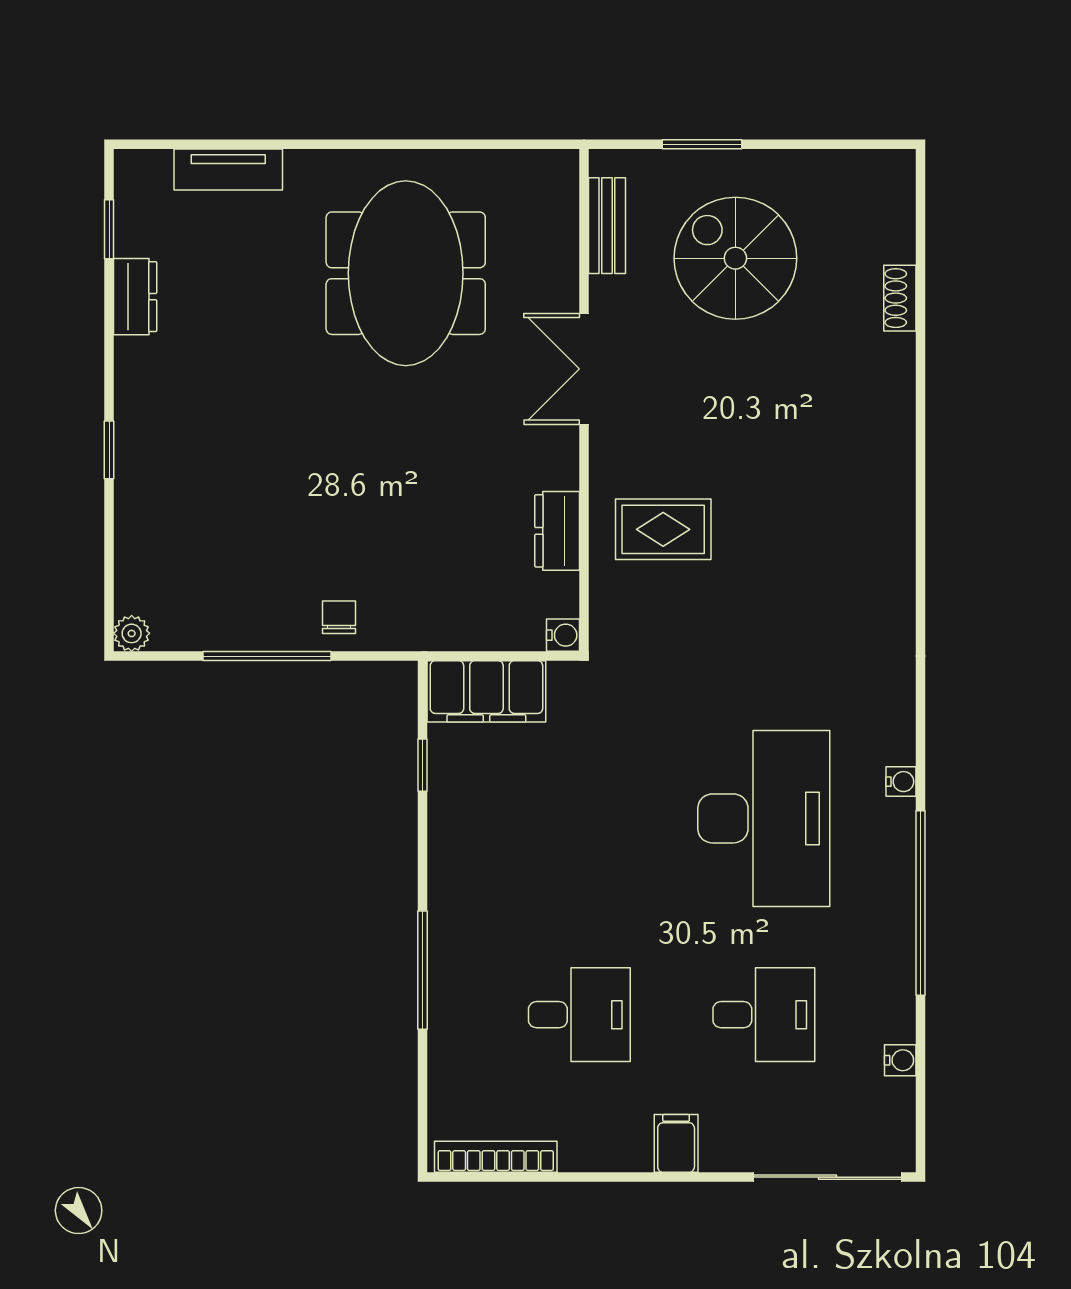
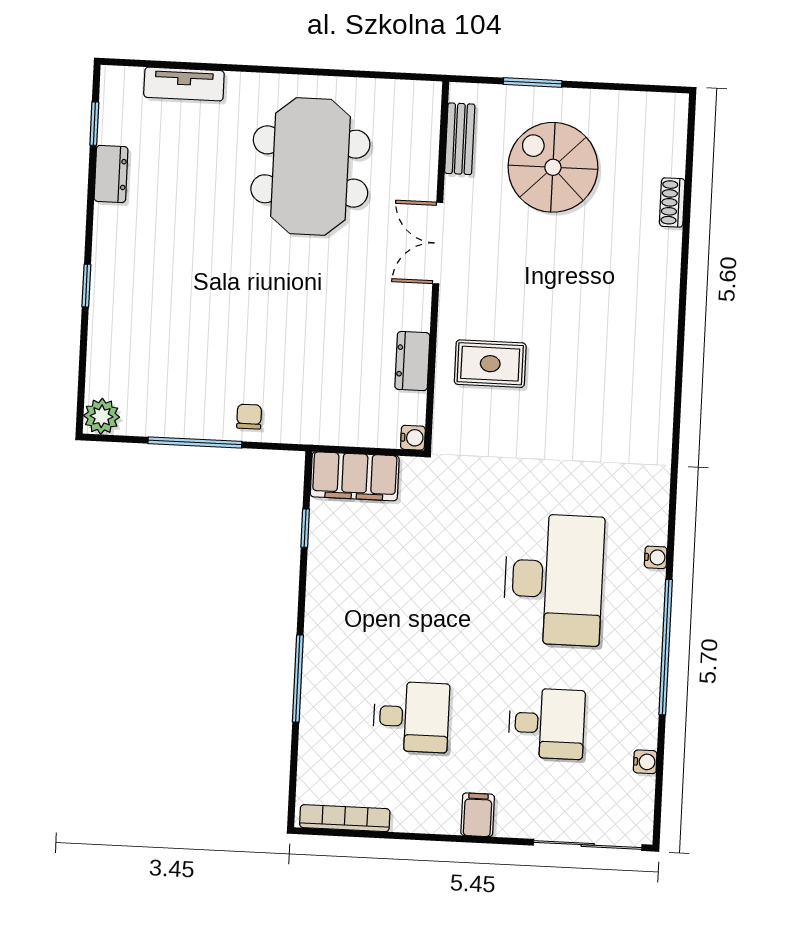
plant: (132, 633) -> (102, 416), width x1.38, depth x1.38

